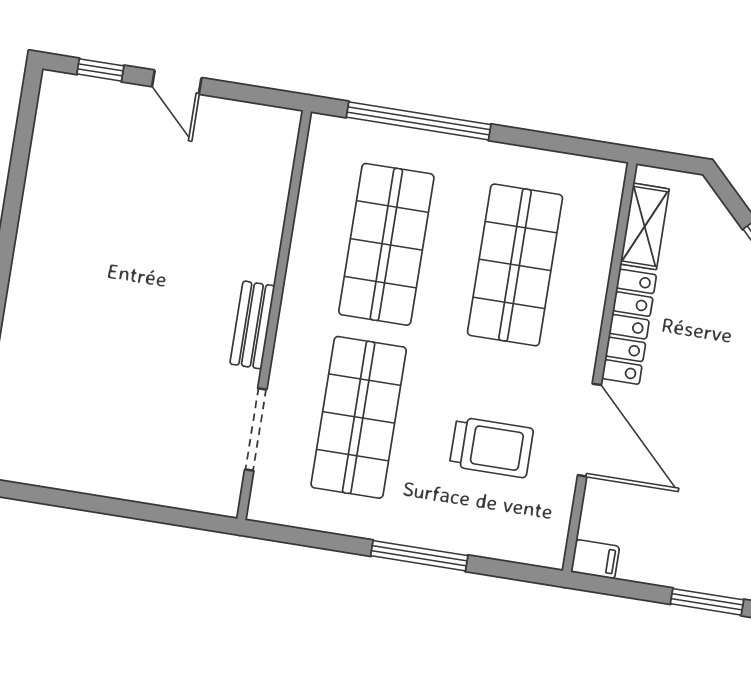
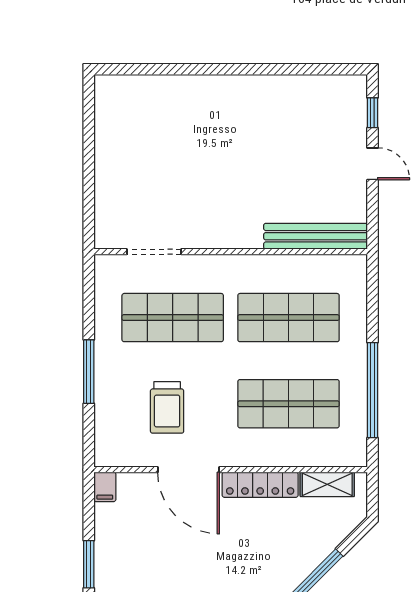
door: (177, 82) -> (372, 164), swing flipped
window: (419, 121) -> (372, 390), moved
bench: (252, 325) -> (316, 236), moved, width x1.86, depth x1.21
door: (589, 430) -> (189, 470), hinge flipped

